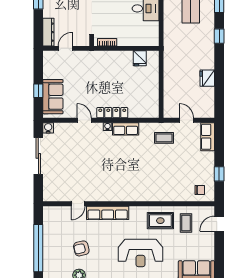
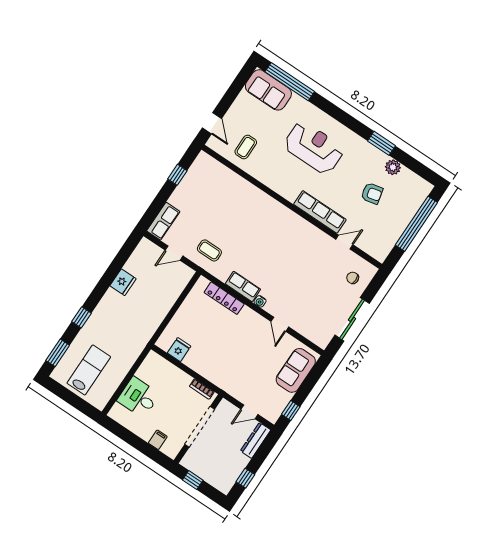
window: (38, 91) -> (291, 411), moved
locker: (112, 113) -> (224, 298), moved
door: (186, 120) -> (174, 253), hinge flipped
water cooler: (48, 128) -> (322, 341), removed
chair: (200, 190) -> (353, 278), moved
rug: (160, 221) -> (271, 167), removed
door: (219, 224) -> (212, 123), hinge flipped

